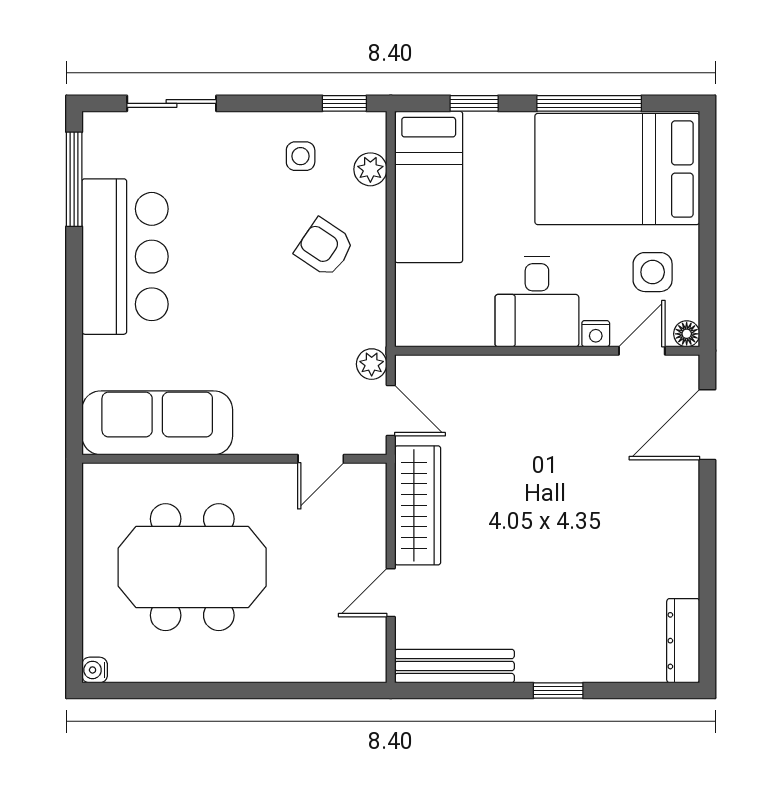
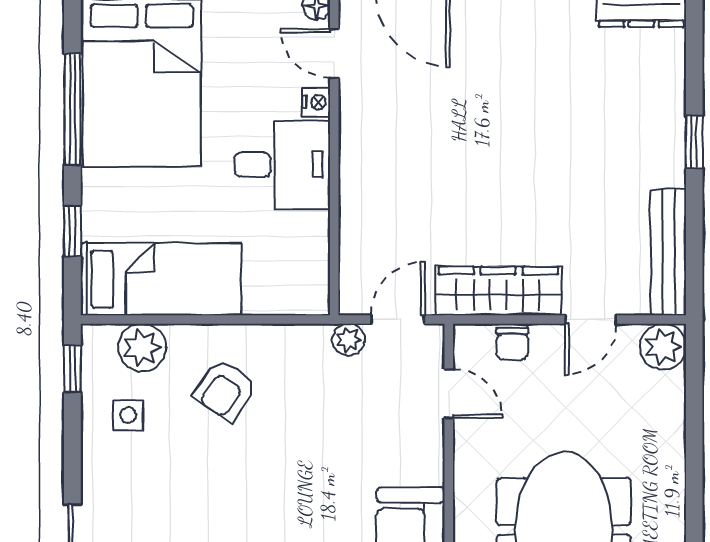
plant: (370, 169) -> (142, 348), width x1.38, depth x1.38
side table: (653, 272) -> (251, 42), removed
chair: (368, 519) -> (512, 344), added
door: (391, 593) -> (591, 319), hinge flipped
plant: (365, 661) -> (663, 347), added

